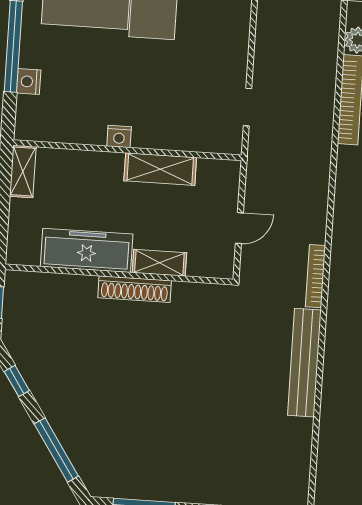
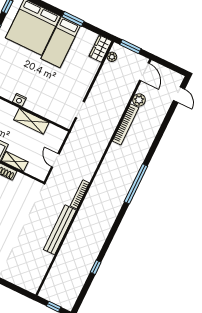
door: (239, 228) -> (55, 160), swing flipped

